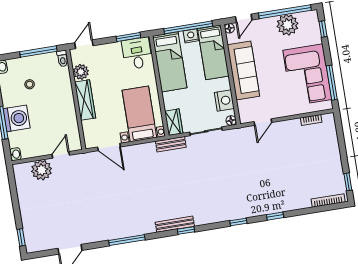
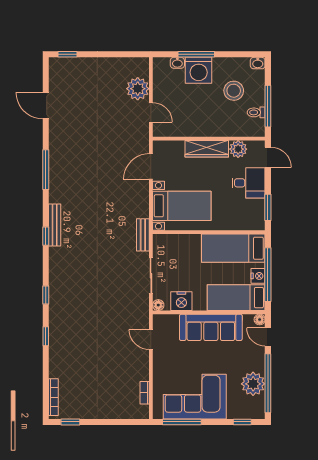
desk: (137, 53) -> (249, 183), moved
toilet: (63, 58) -> (256, 112), moved
stool: (30, 84) -> (234, 91), width x1.89, depth x1.89
wardrobe: (174, 122) -> (167, 242), removed
washbasin: (15, 154) -> (177, 63), moved

